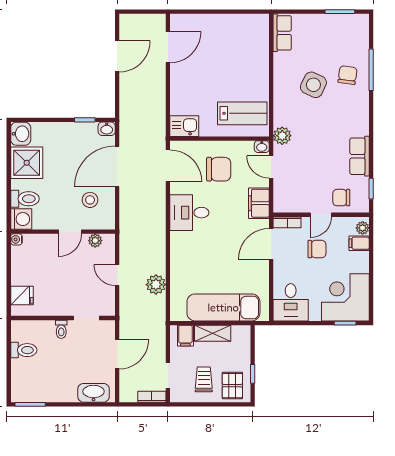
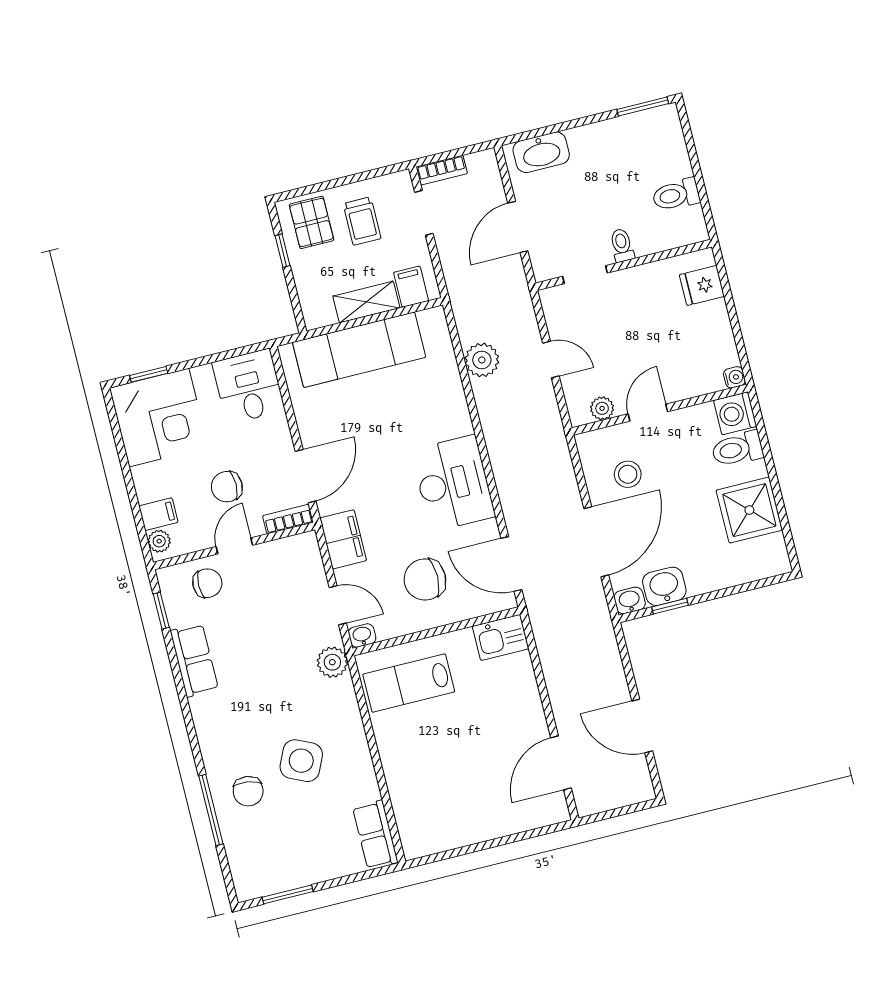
door: (117, 56) -> (642, 726), hinge flipped
washbasin: (21, 134) -> (664, 586), moved, turned 90
desk: (189, 213) -> (453, 483), width x1.37

